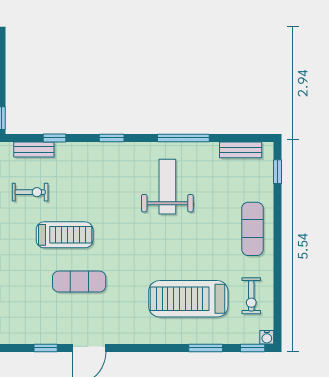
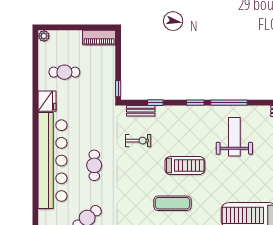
window: (183, 138) -> (229, 103), moved
treadmill: (65, 235) -> (185, 166), moved

